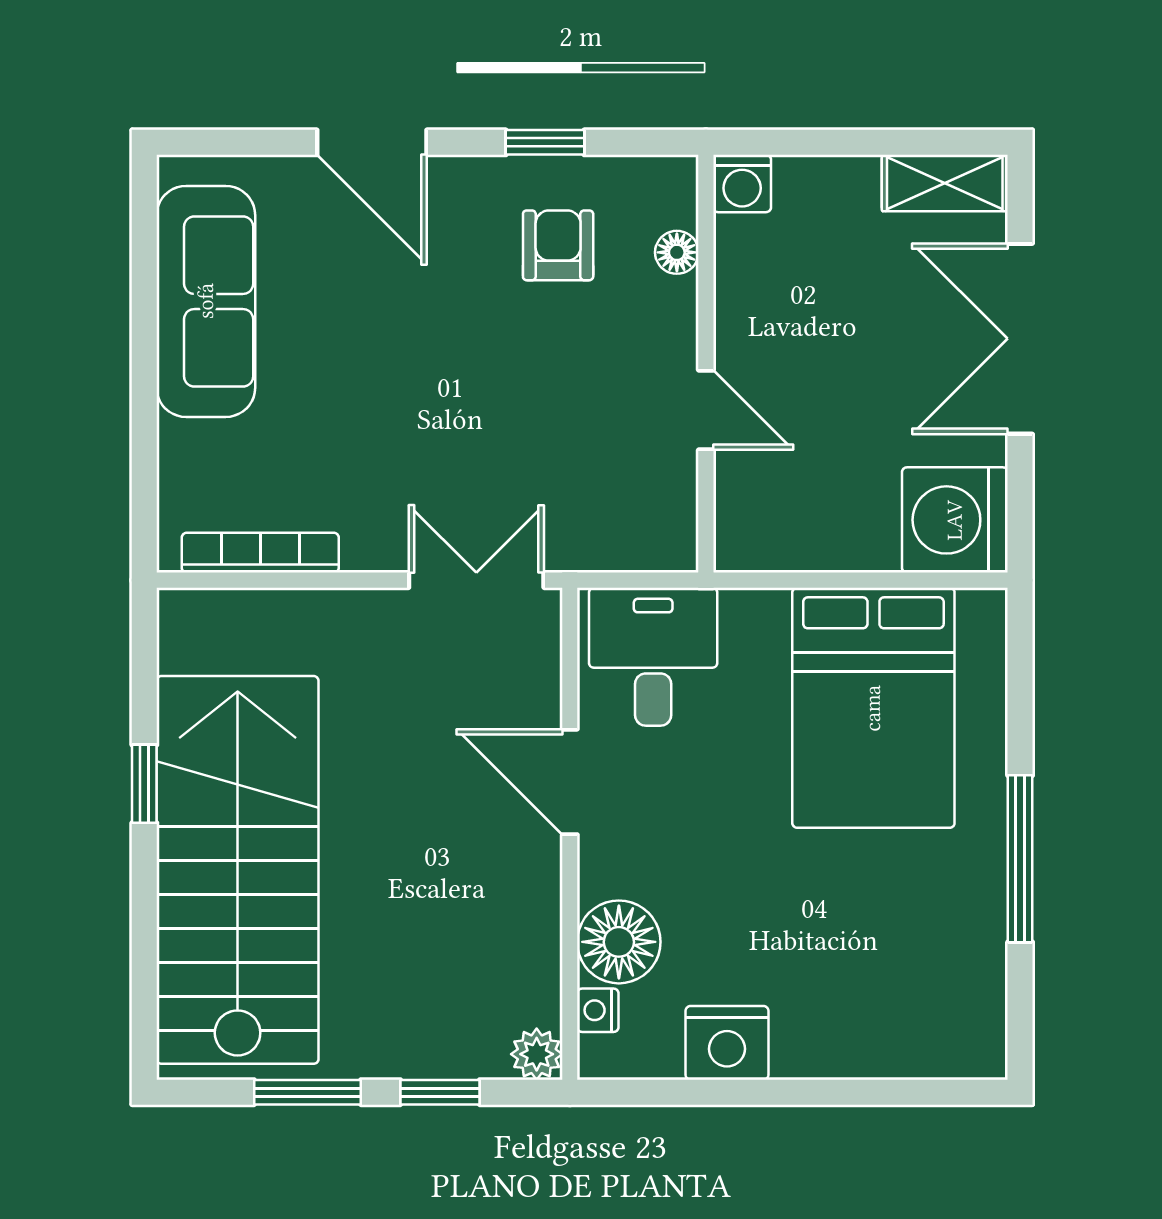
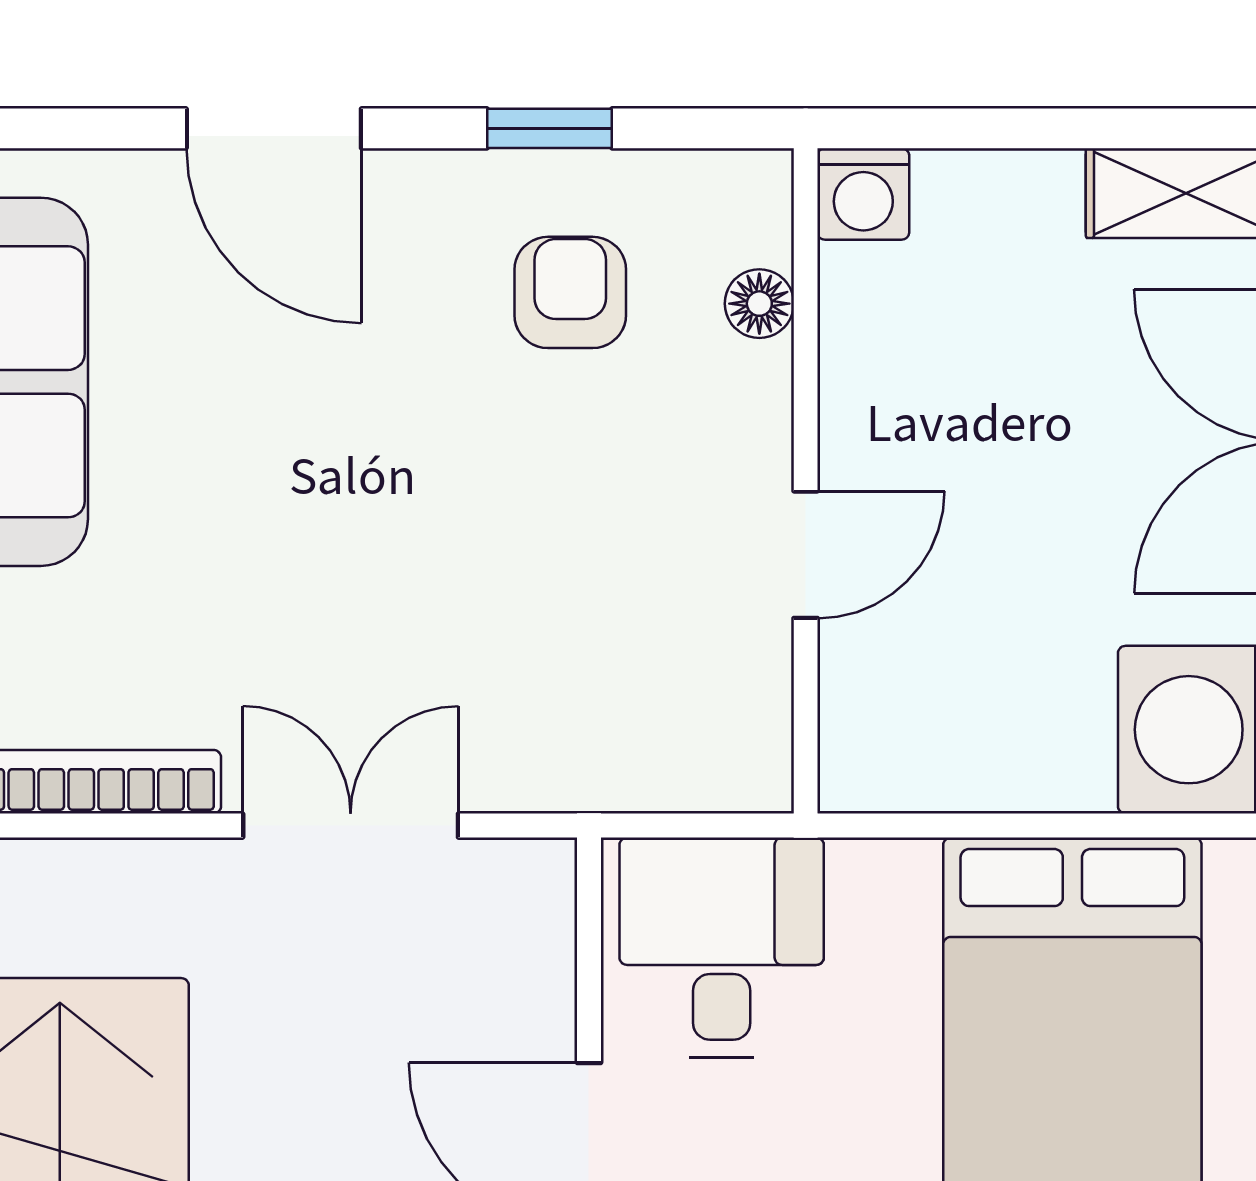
door: (706, 410) -> (806, 555), hinge flipped
double door: (476, 580) -> (351, 826), moved

